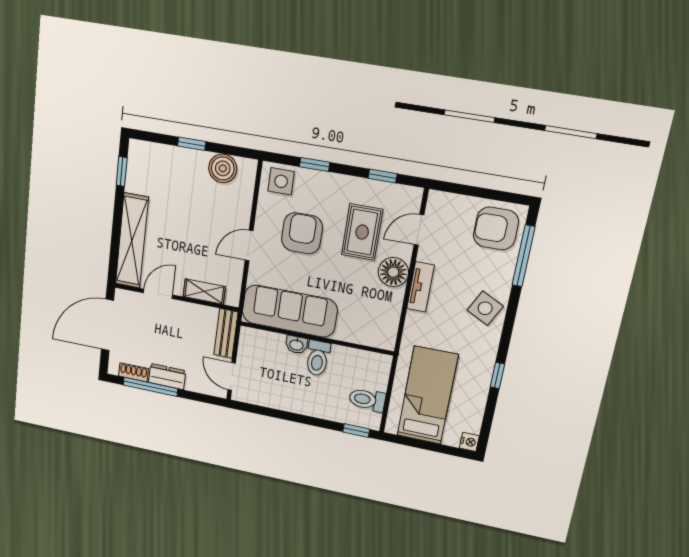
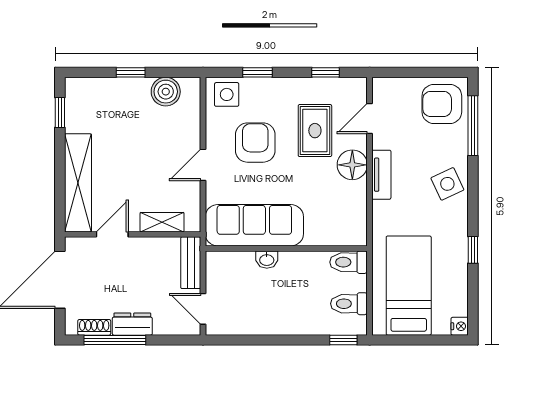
side table: (485, 308) -> (447, 184), turned 38
toilet: (318, 358) -> (349, 262), moved, turned 90

